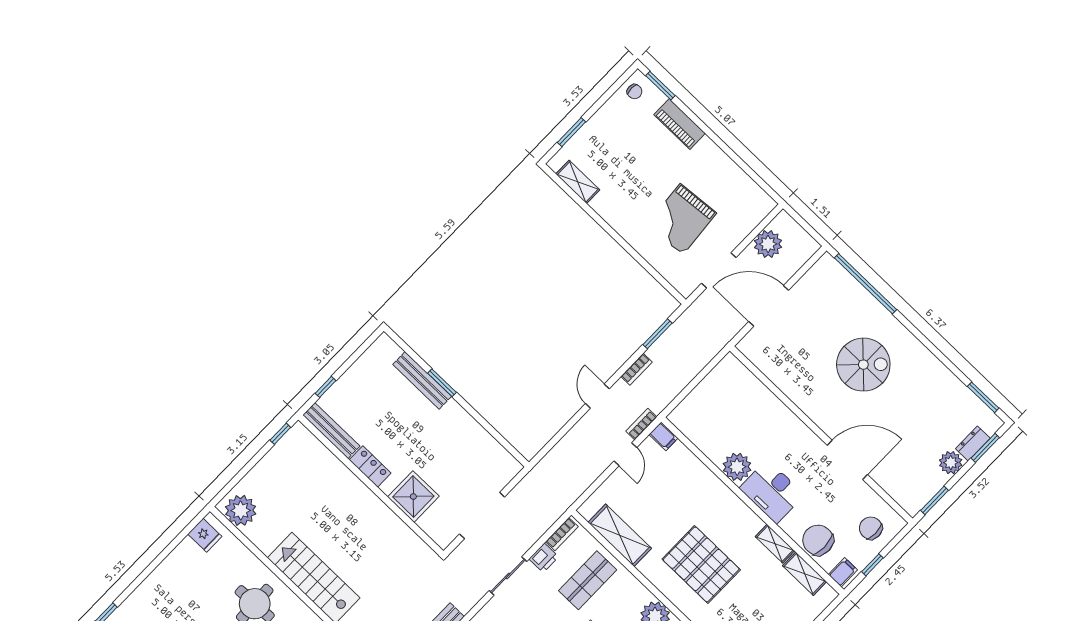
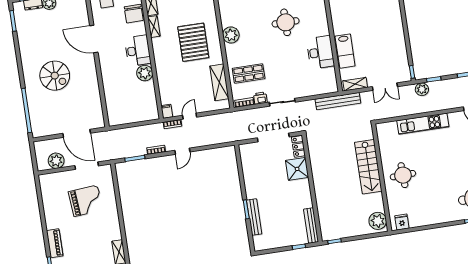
spiral stairs: (863, 365) -> (55, 76), turned 180
locker: (370, 466) -> (298, 146), moved

